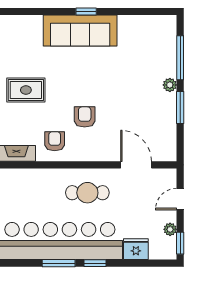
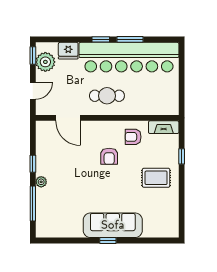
window: (180, 108) -> (33, 164), width x0.67
armchair: (55, 141) -> (133, 137), turned 90
plant: (170, 229) -> (45, 62), width x1.87, depth x1.87

